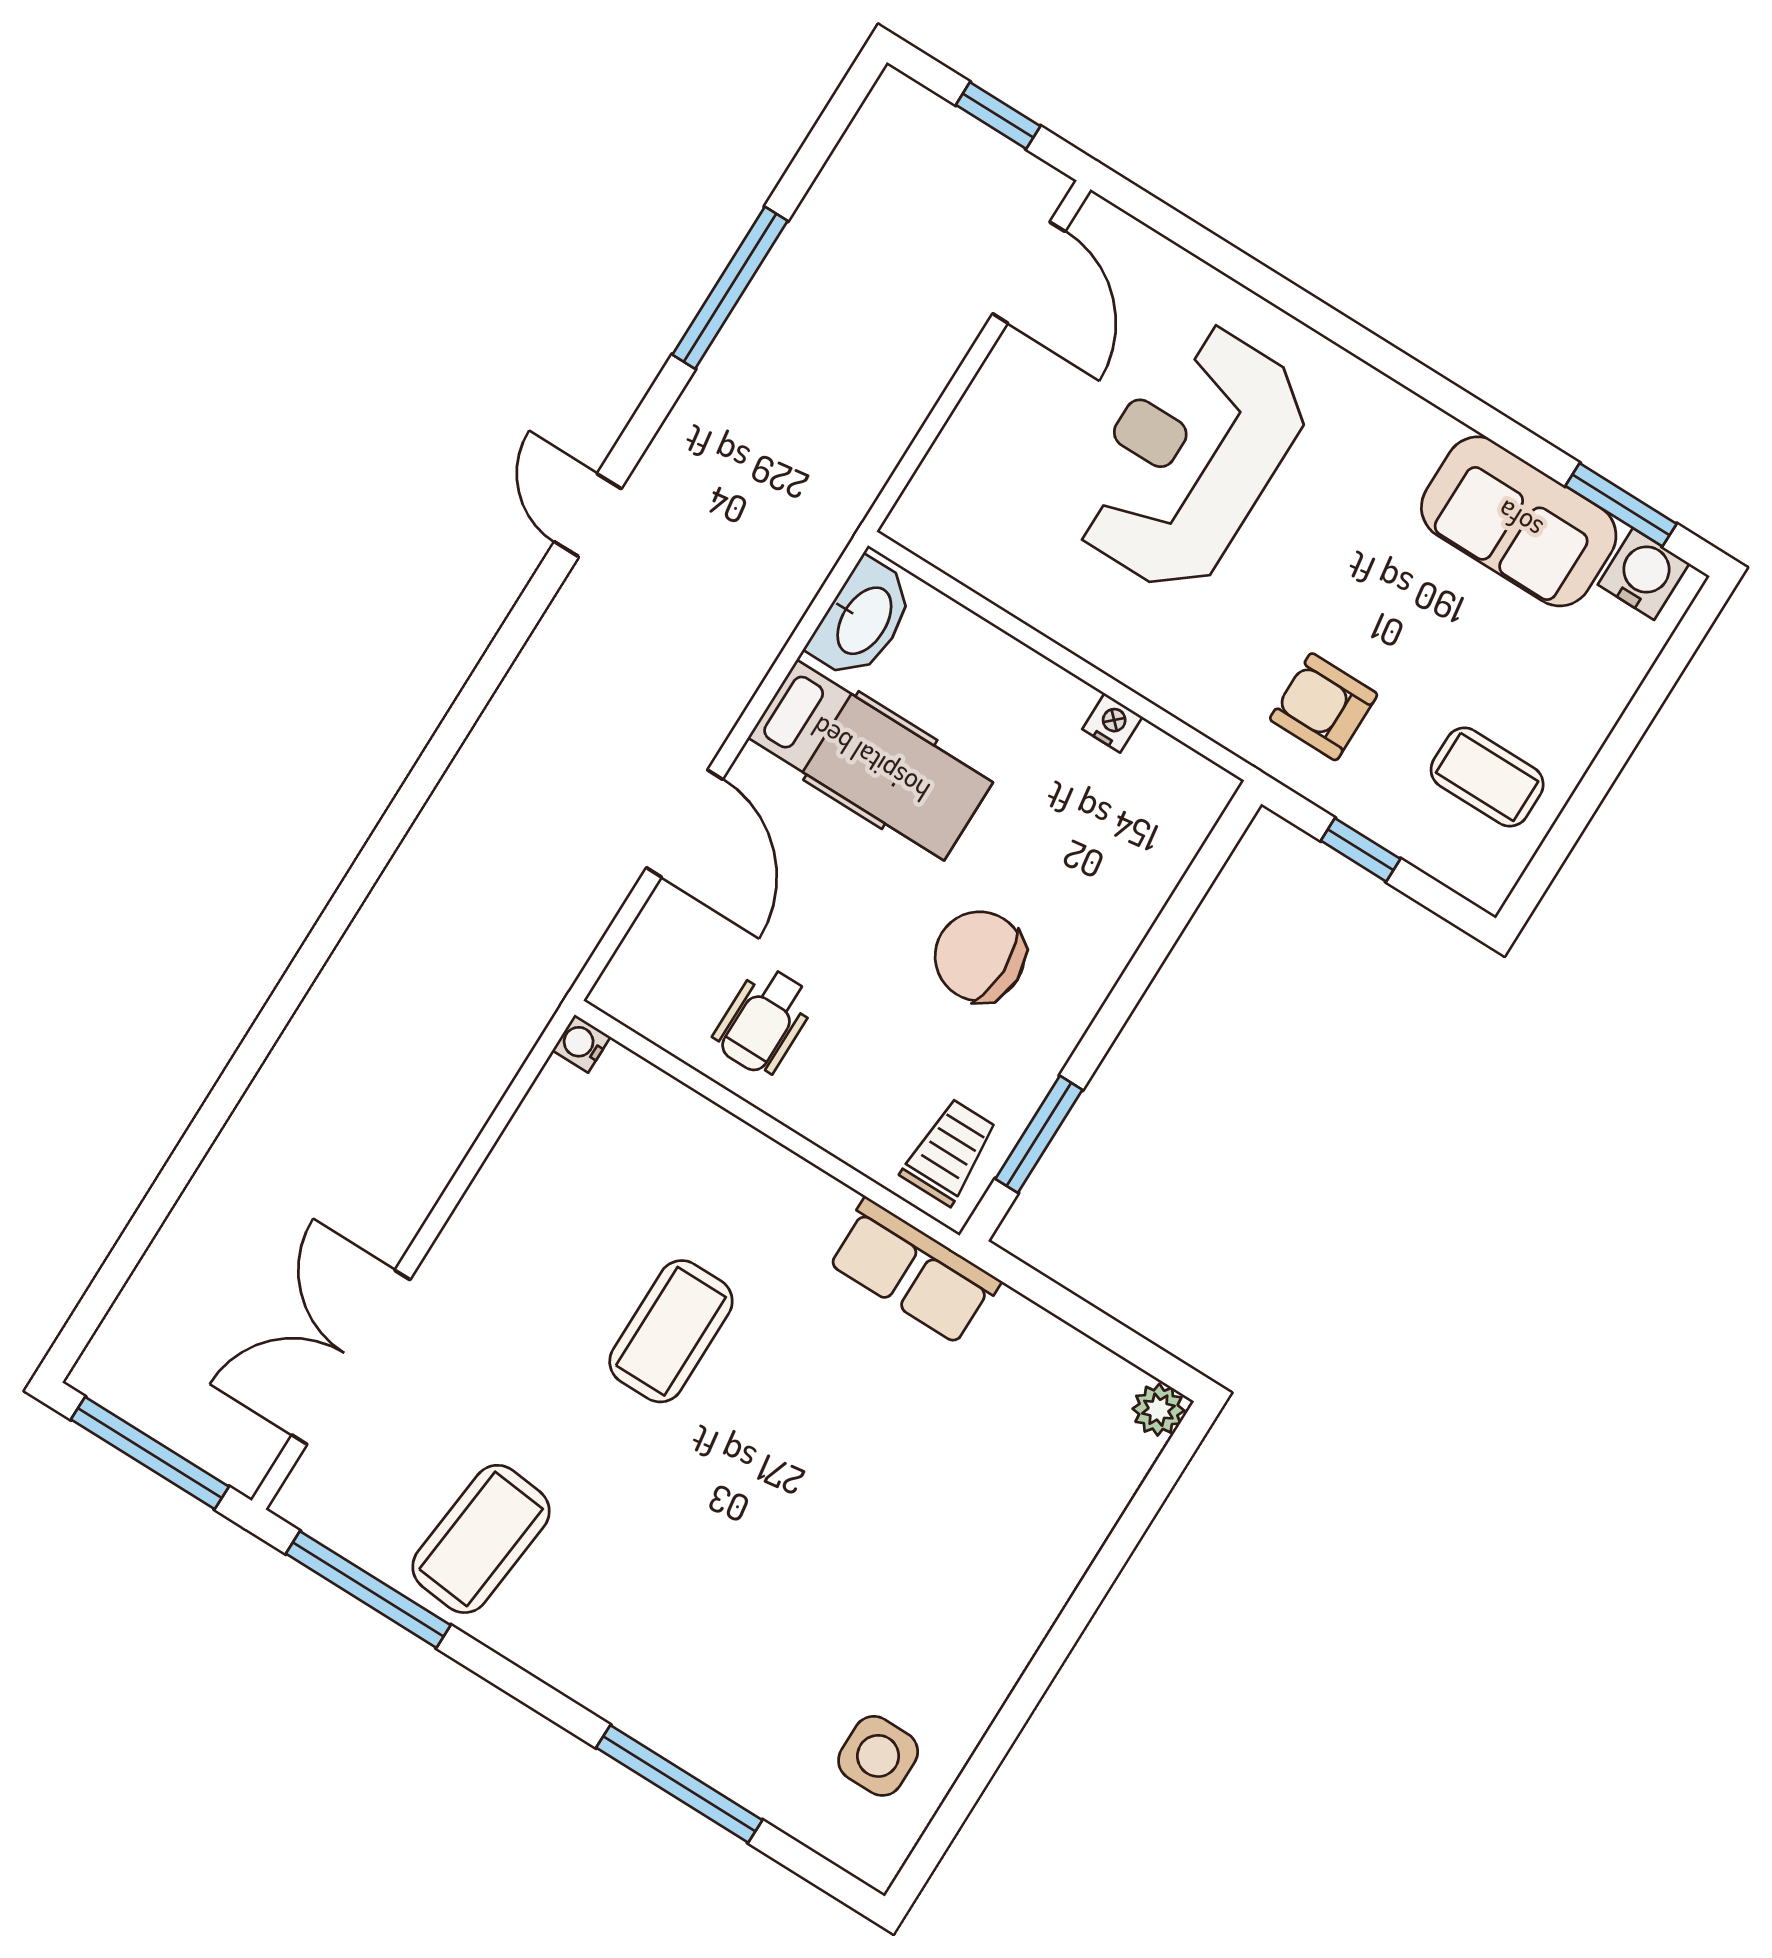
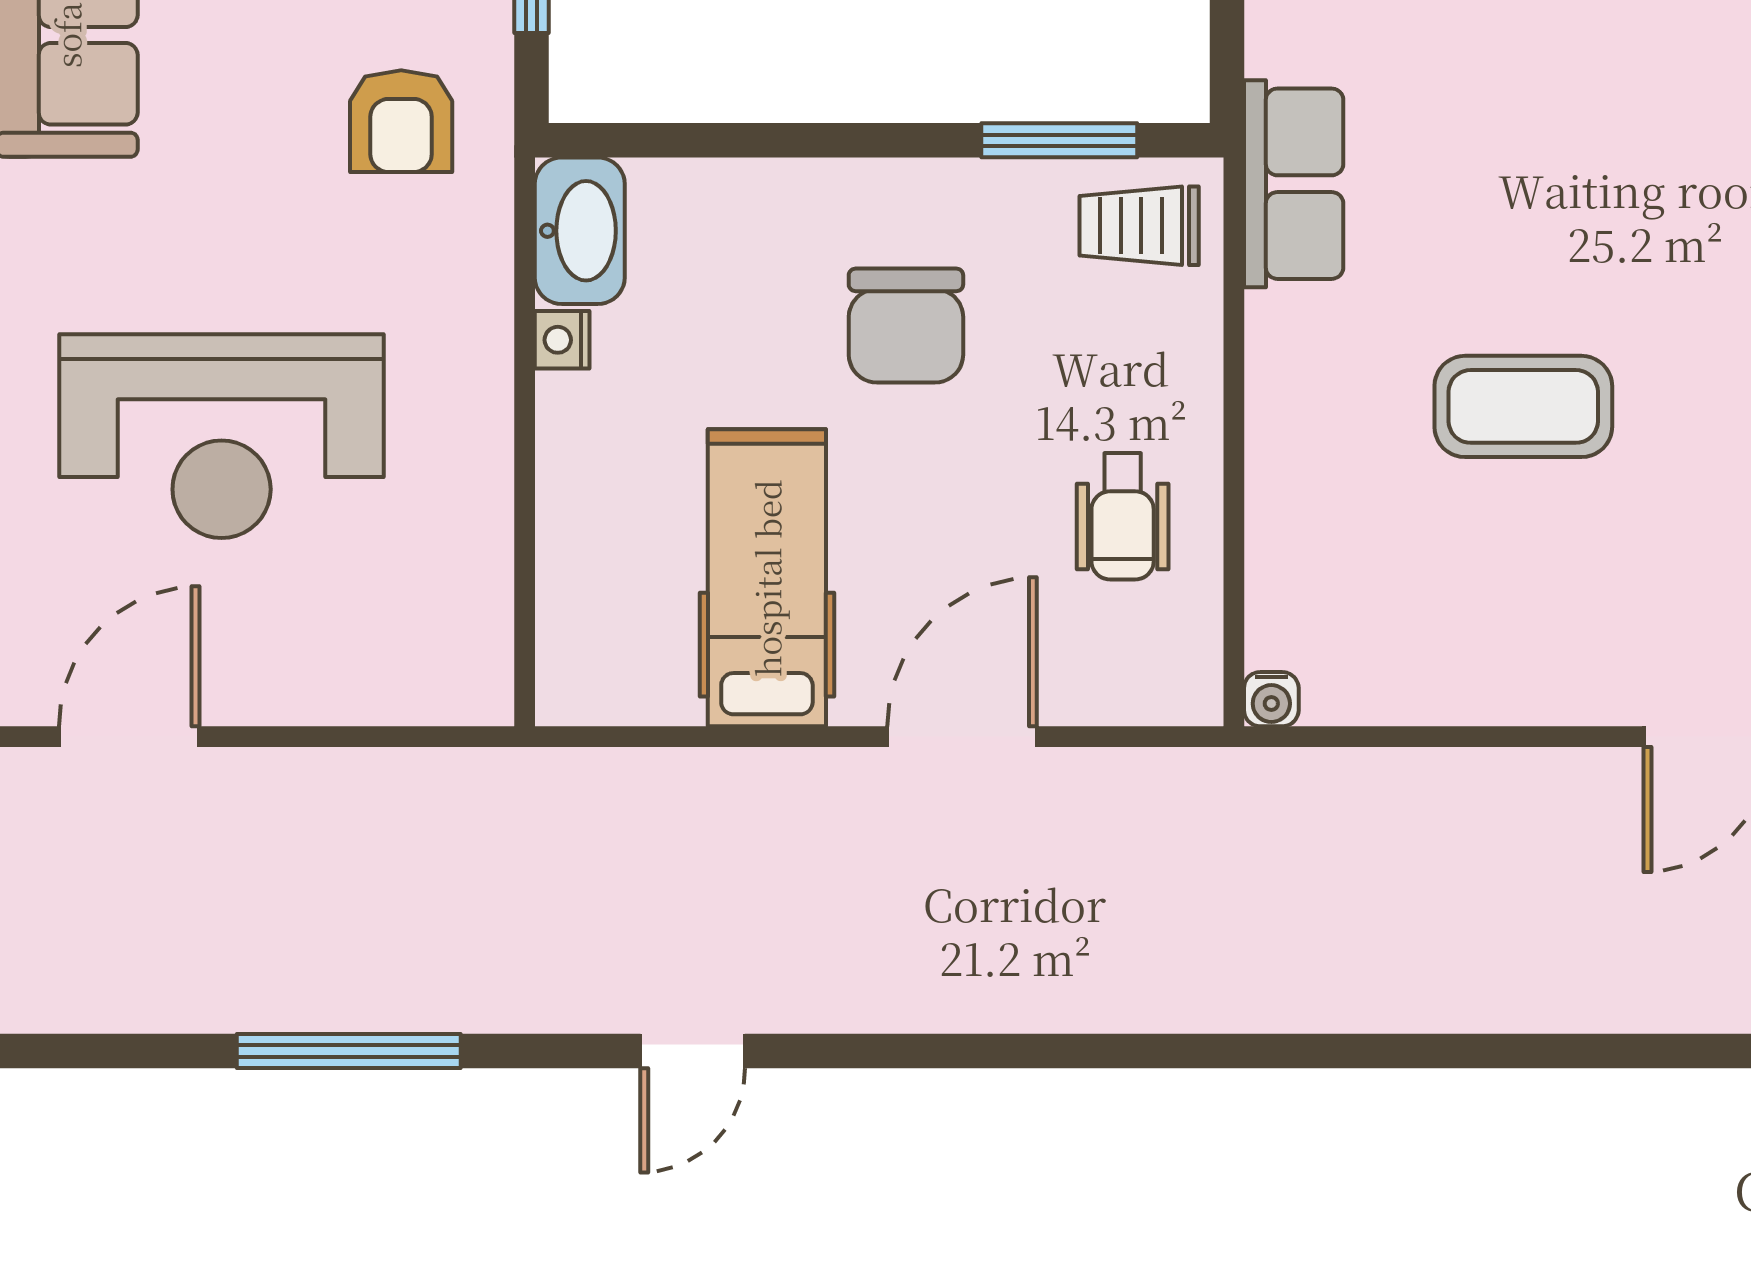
washbasin: (863, 620) -> (580, 231), moved, turned 90
wheelchair: (764, 1021) -> (1123, 516), turned 90

